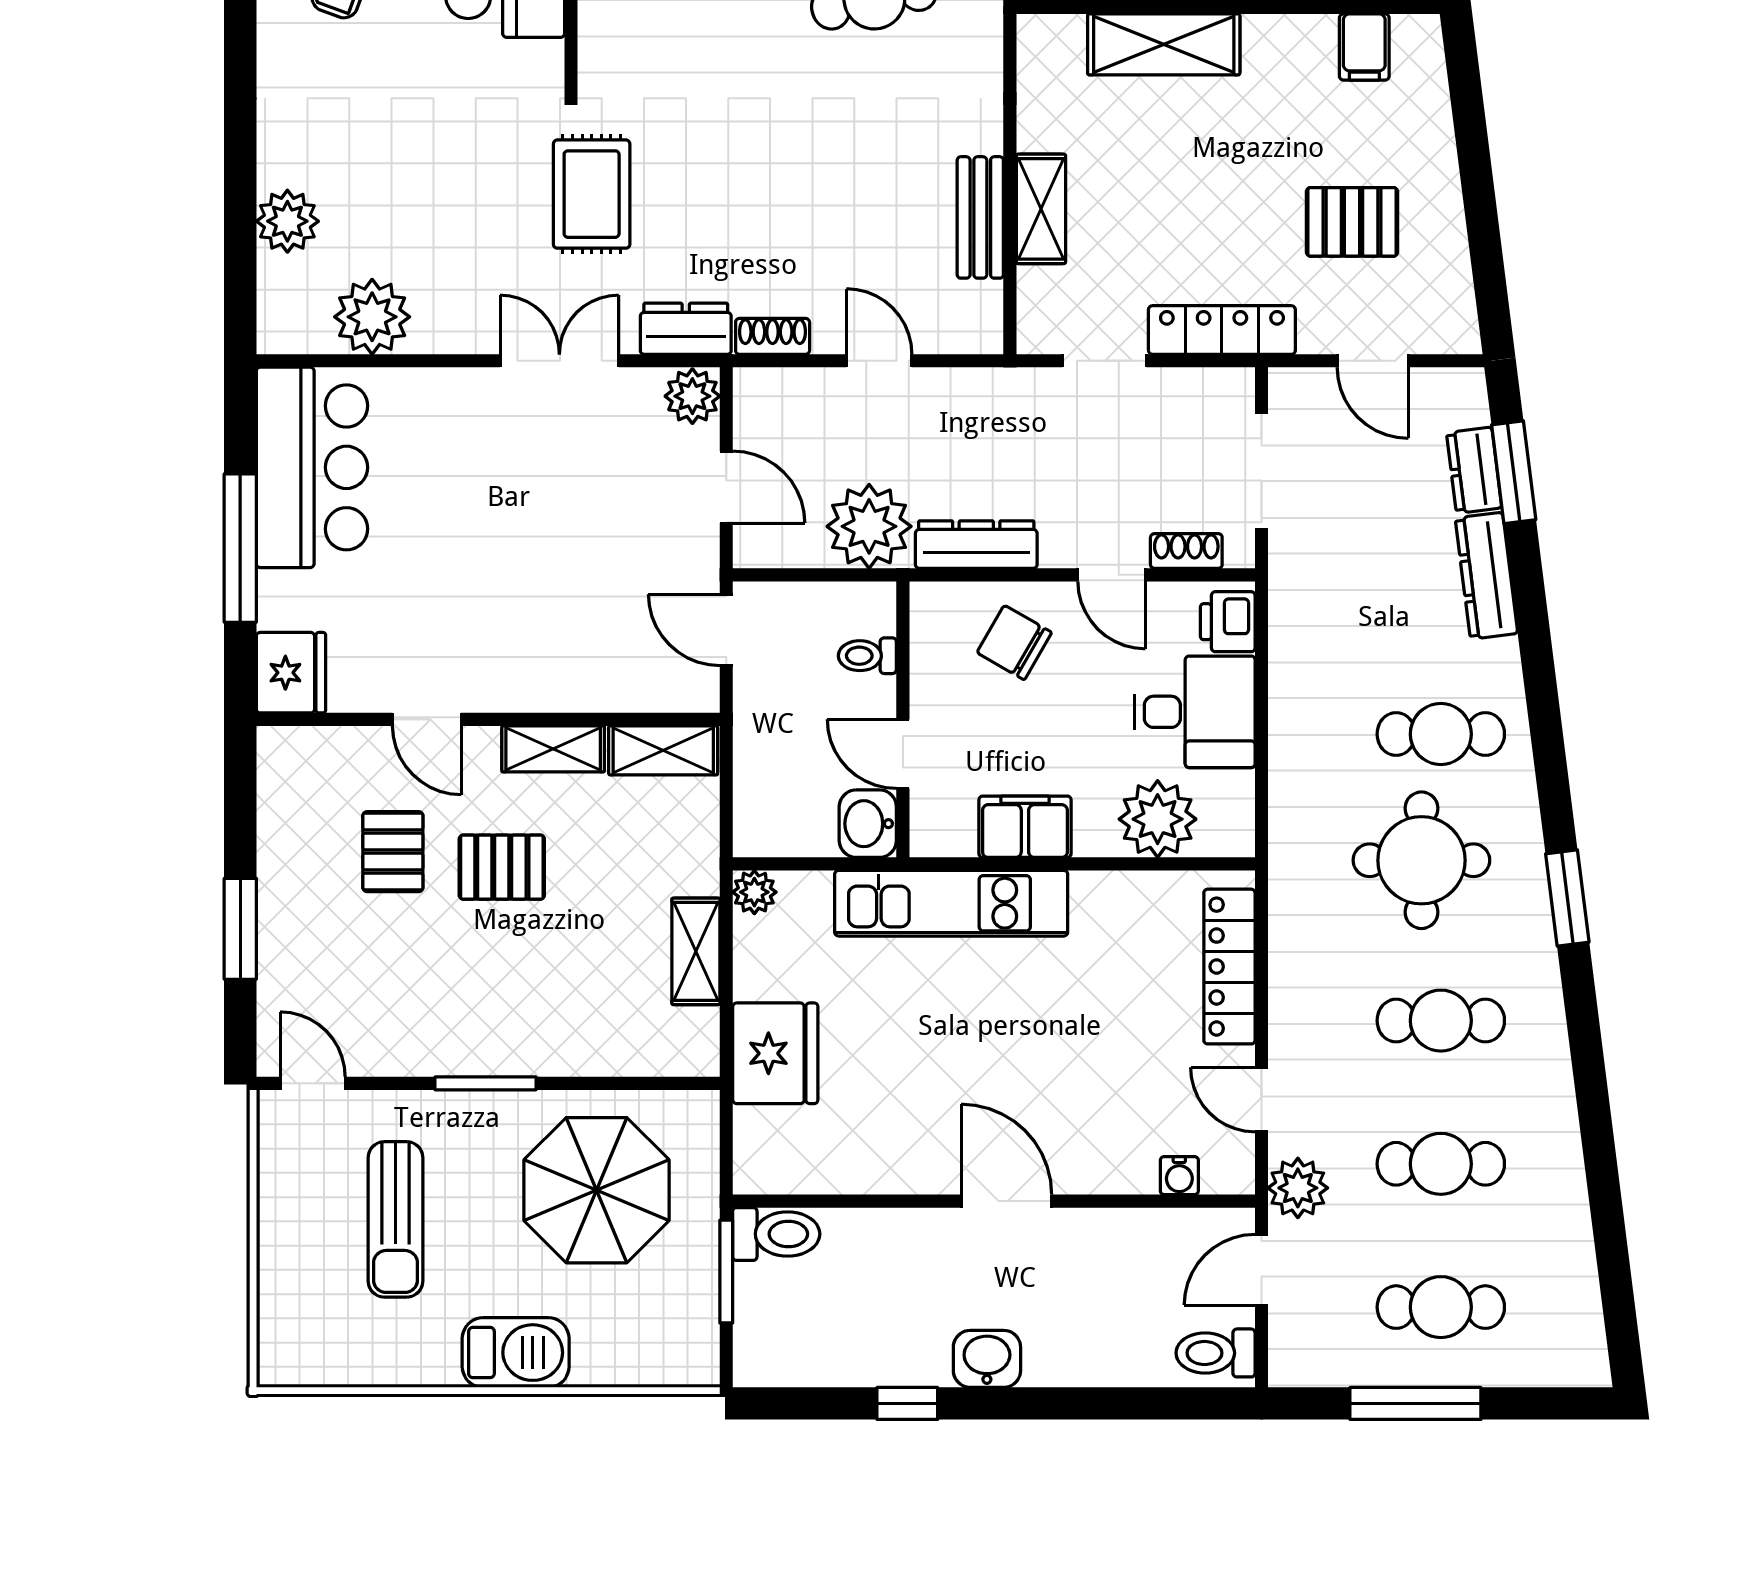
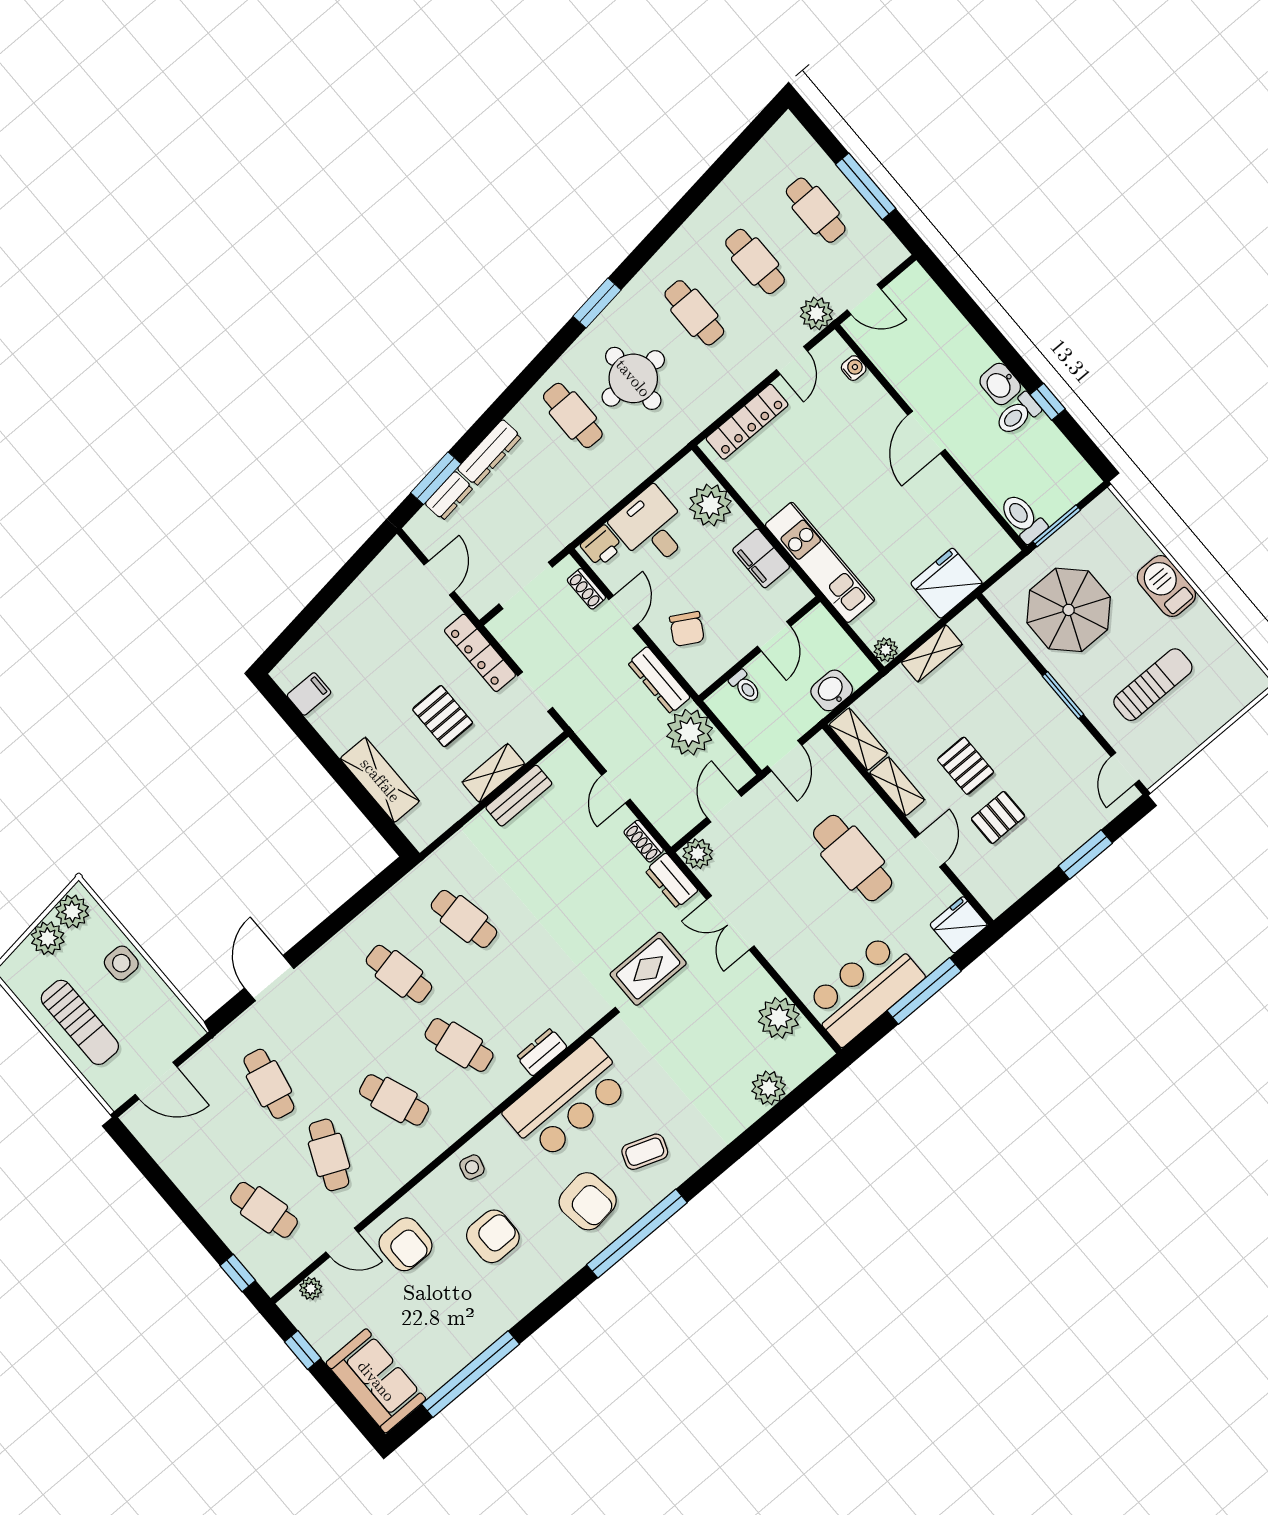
pallet: (1352, 222) -> (443, 716), moved
cafe table: (506, 604) -> (853, 858), added
washbasin: (868, 824) -> (832, 690), moved, turned 180
toilet: (1216, 1353) -> (1018, 414), moved, turned 90

